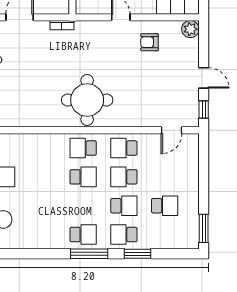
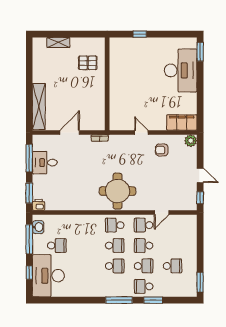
door: (172, 130) -> (162, 212), moved
school desk: (83, 235) -> (115, 266), moved

